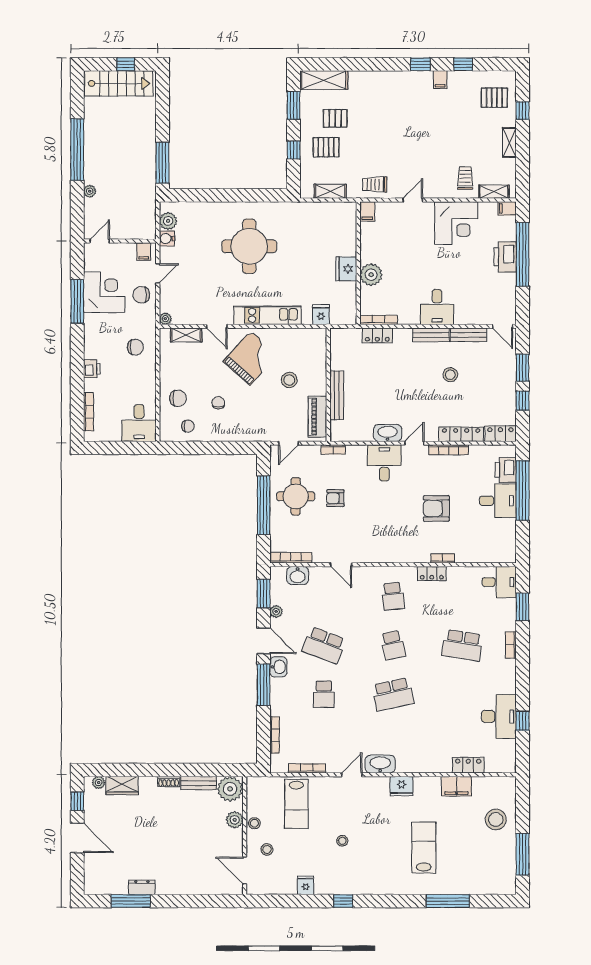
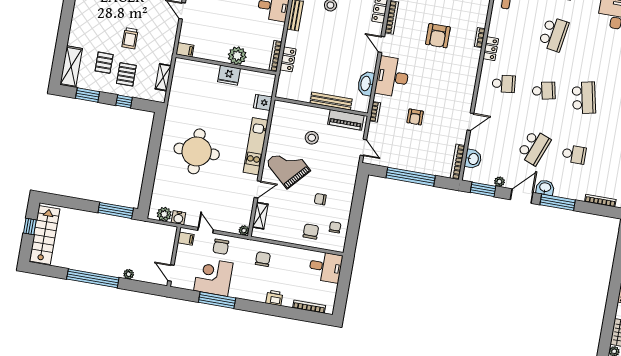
trolley: (375, 184) -> (130, 38), moved
washbasin: (388, 433) -> (366, 84), moved
desk: (384, 463) -> (392, 77), width x1.37
round table: (296, 496) -> (408, 149), removed

